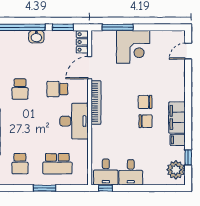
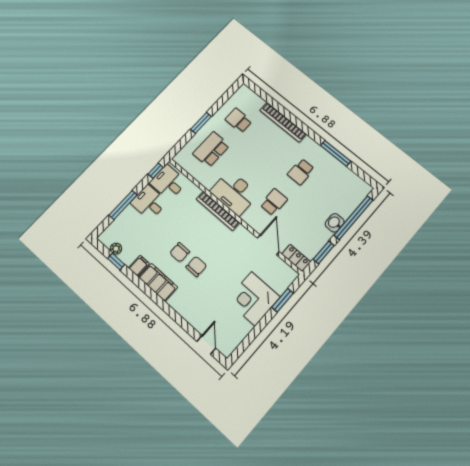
window: (118, 27) -> (282, 300), width x0.69
school desk: (20, 89) -> (301, 172), turned -90
bookcase: (96, 102) -> (218, 211), moved
plant: (176, 170) -> (116, 249), width x0.53, depth x0.53
window: (148, 188) -> (123, 205), added

